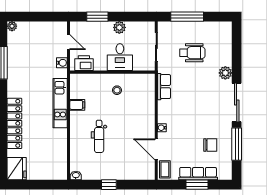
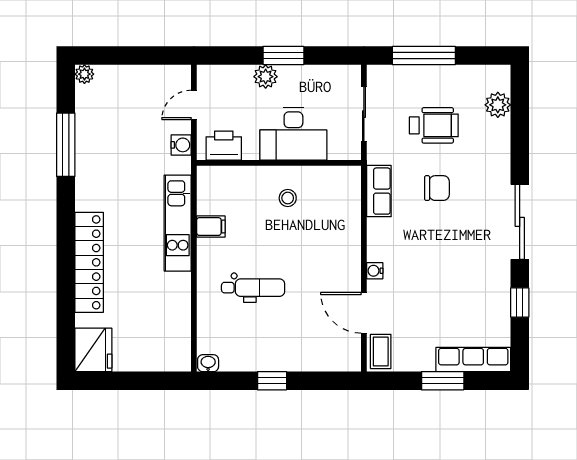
window: (97, 17) -> (283, 55), moved
plant: (119, 27) -> (266, 77), moved
door: (69, 42) -> (194, 105), swing flipped
desk: (120, 57) -> (293, 134), width x1.37
plant: (225, 73) -> (498, 105), moved
dental chair: (99, 136) -> (253, 288), turned -90
window: (237, 144) -> (520, 303), width x0.46
chair: (210, 145) -> (437, 188), moved
row of seats: (198, 174) -> (473, 360), moved

